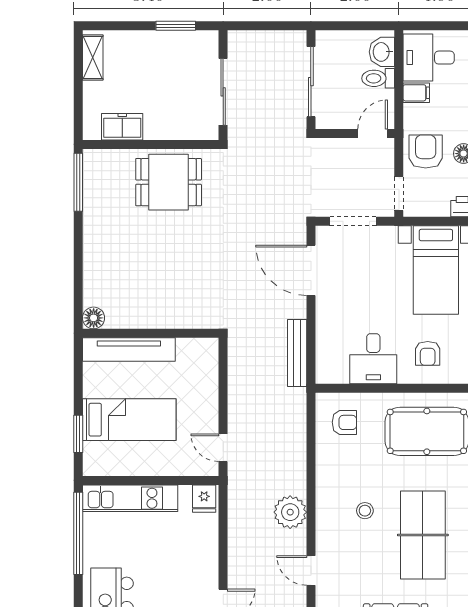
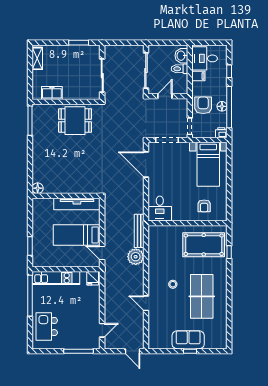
door: (373, 133) -> (165, 96), moved
tv unit: (129, 350) -> (77, 204), moved
bench: (297, 353) -> (139, 231), moved
desk: (373, 359) -> (160, 208), moved
bed: (129, 420) -> (77, 235), moved, turned 180
armchair: (344, 422) -> (163, 240), removed
plant: (290, 512) -> (136, 257), moved
door: (311, 570) -> (146, 303), moved

